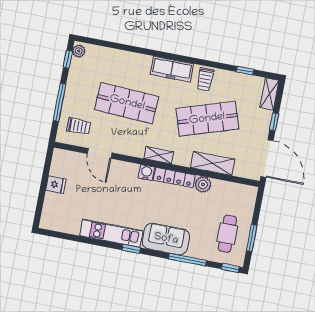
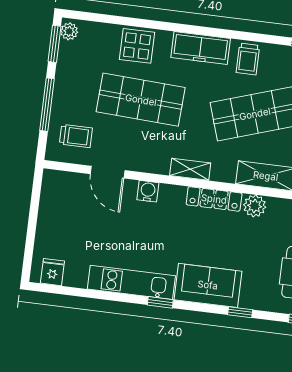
window: (68, 59) -> (54, 44), width x1.50
display table: (127, 65) -> (137, 46), added
water cooler: (146, 173) -> (148, 191), moved
fridge: (56, 185) -> (52, 272), moved, turned -90
window: (188, 260) -> (240, 312), width x0.46

